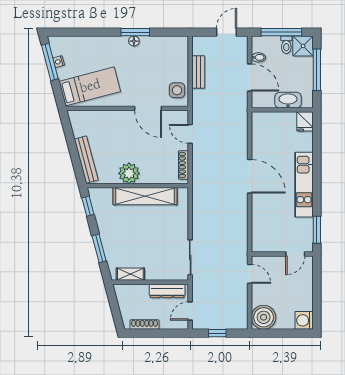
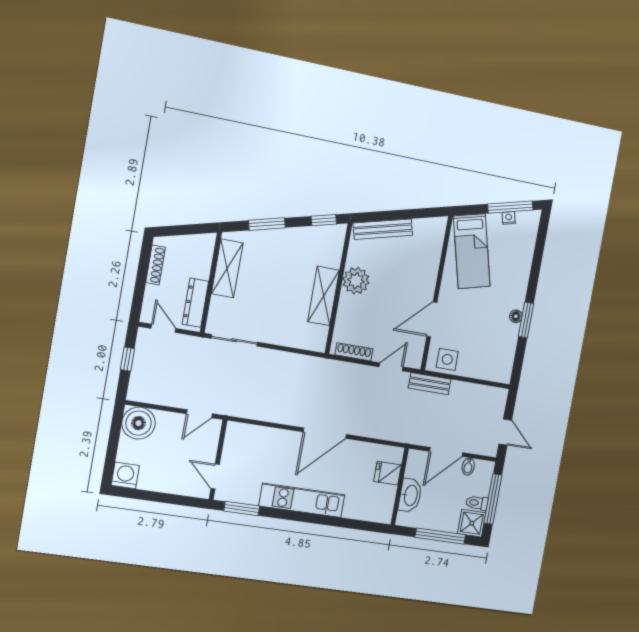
bench: (198, 72) -> (430, 384), moved
fridge: (305, 121) -> (388, 473), moved
shelving: (145, 196) -> (324, 296), width x0.68
shelving: (130, 274) -> (227, 268), width x1.50, depth x1.33

